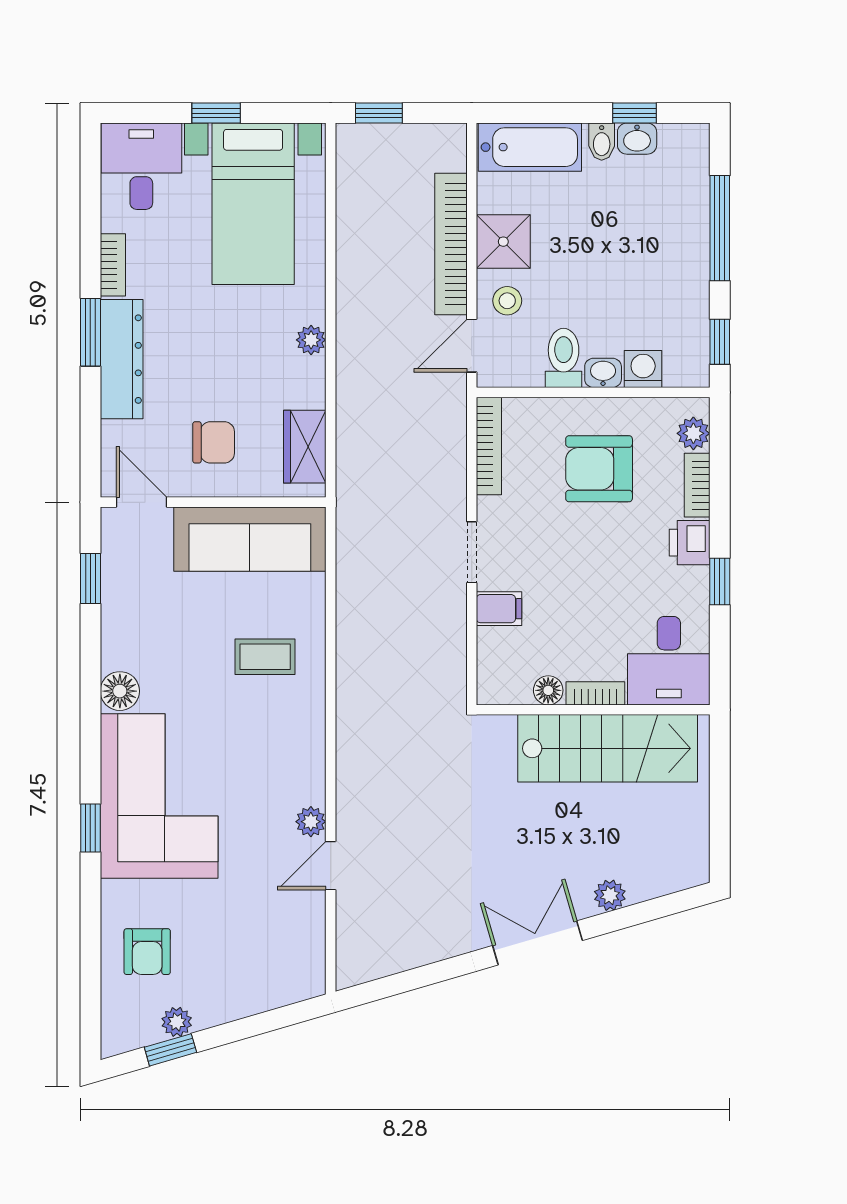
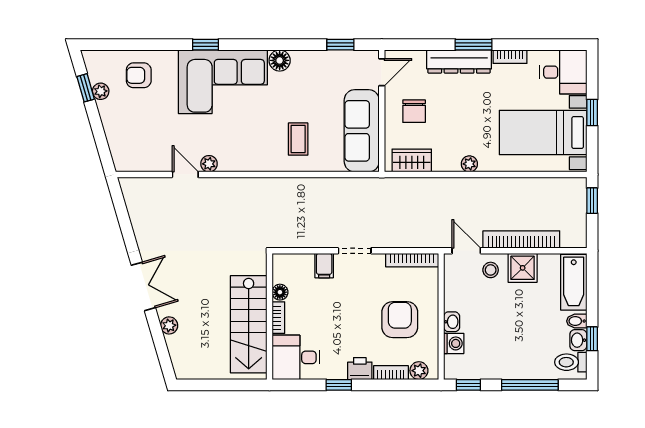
toilet: (564, 358) -> (571, 362), moved, turned 180

